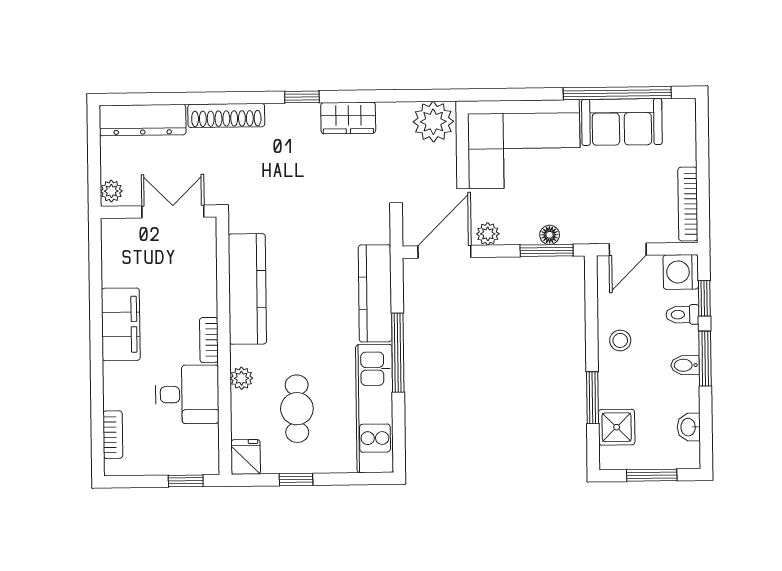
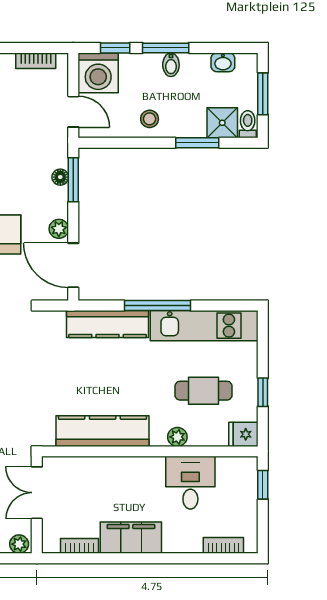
bookcase: (688, 204) -> (36, 61), width x0.64
washing machine: (681, 272) -> (98, 73), width x1.37, depth x1.37
toilet: (682, 315) -> (248, 124), moved, turned 180
bookcase: (209, 340) -> (80, 546), moved, turned 180

